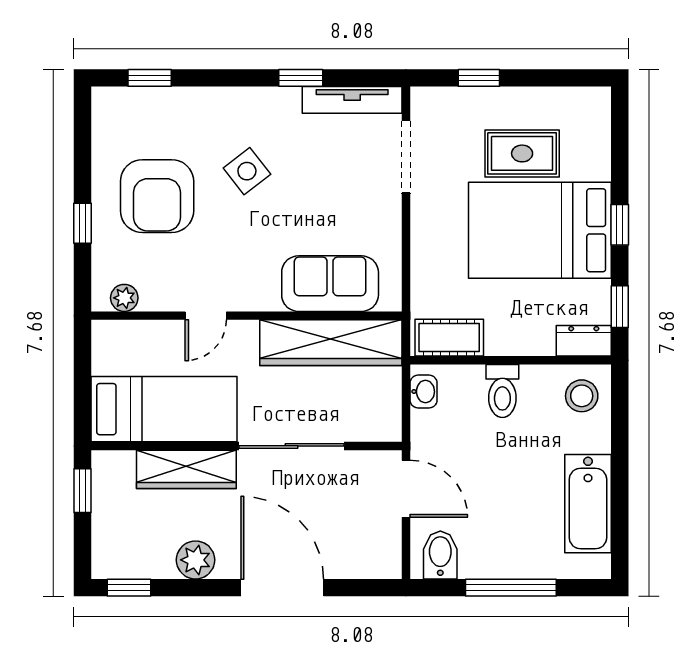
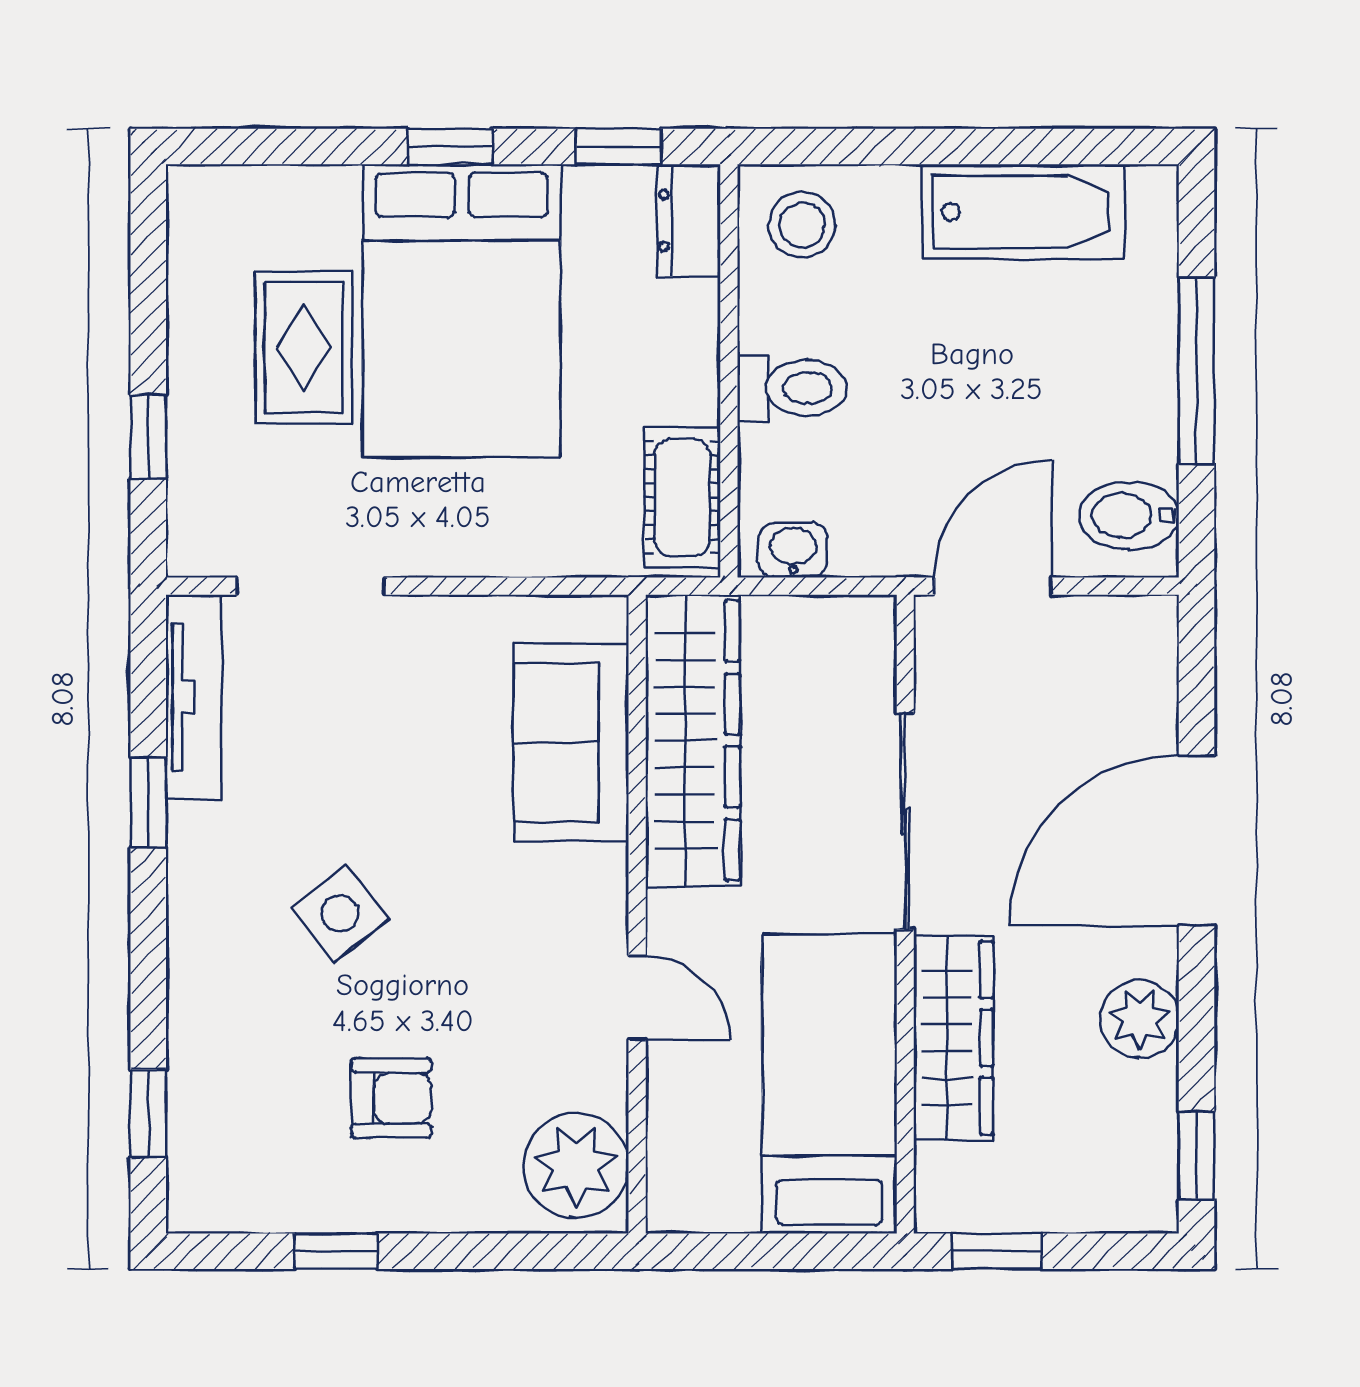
armchair: (157, 196) -> (391, 1098), width x0.53, depth x0.53
window: (83, 223) -> (336, 1251), moved
plant: (124, 298) -> (576, 1165), width x1.88, depth x1.88

